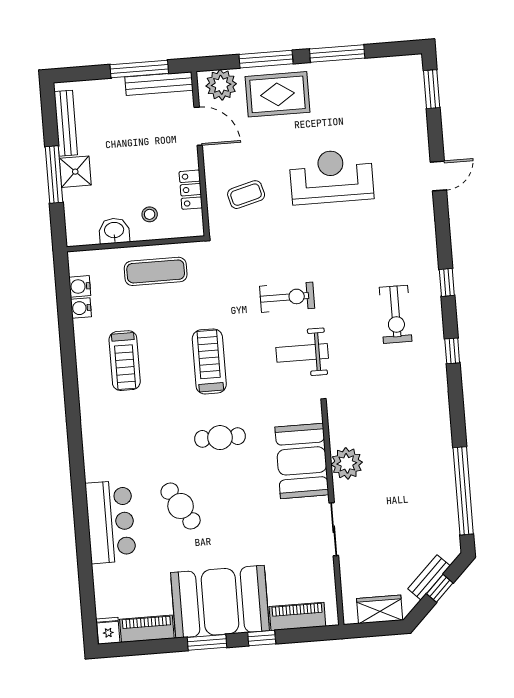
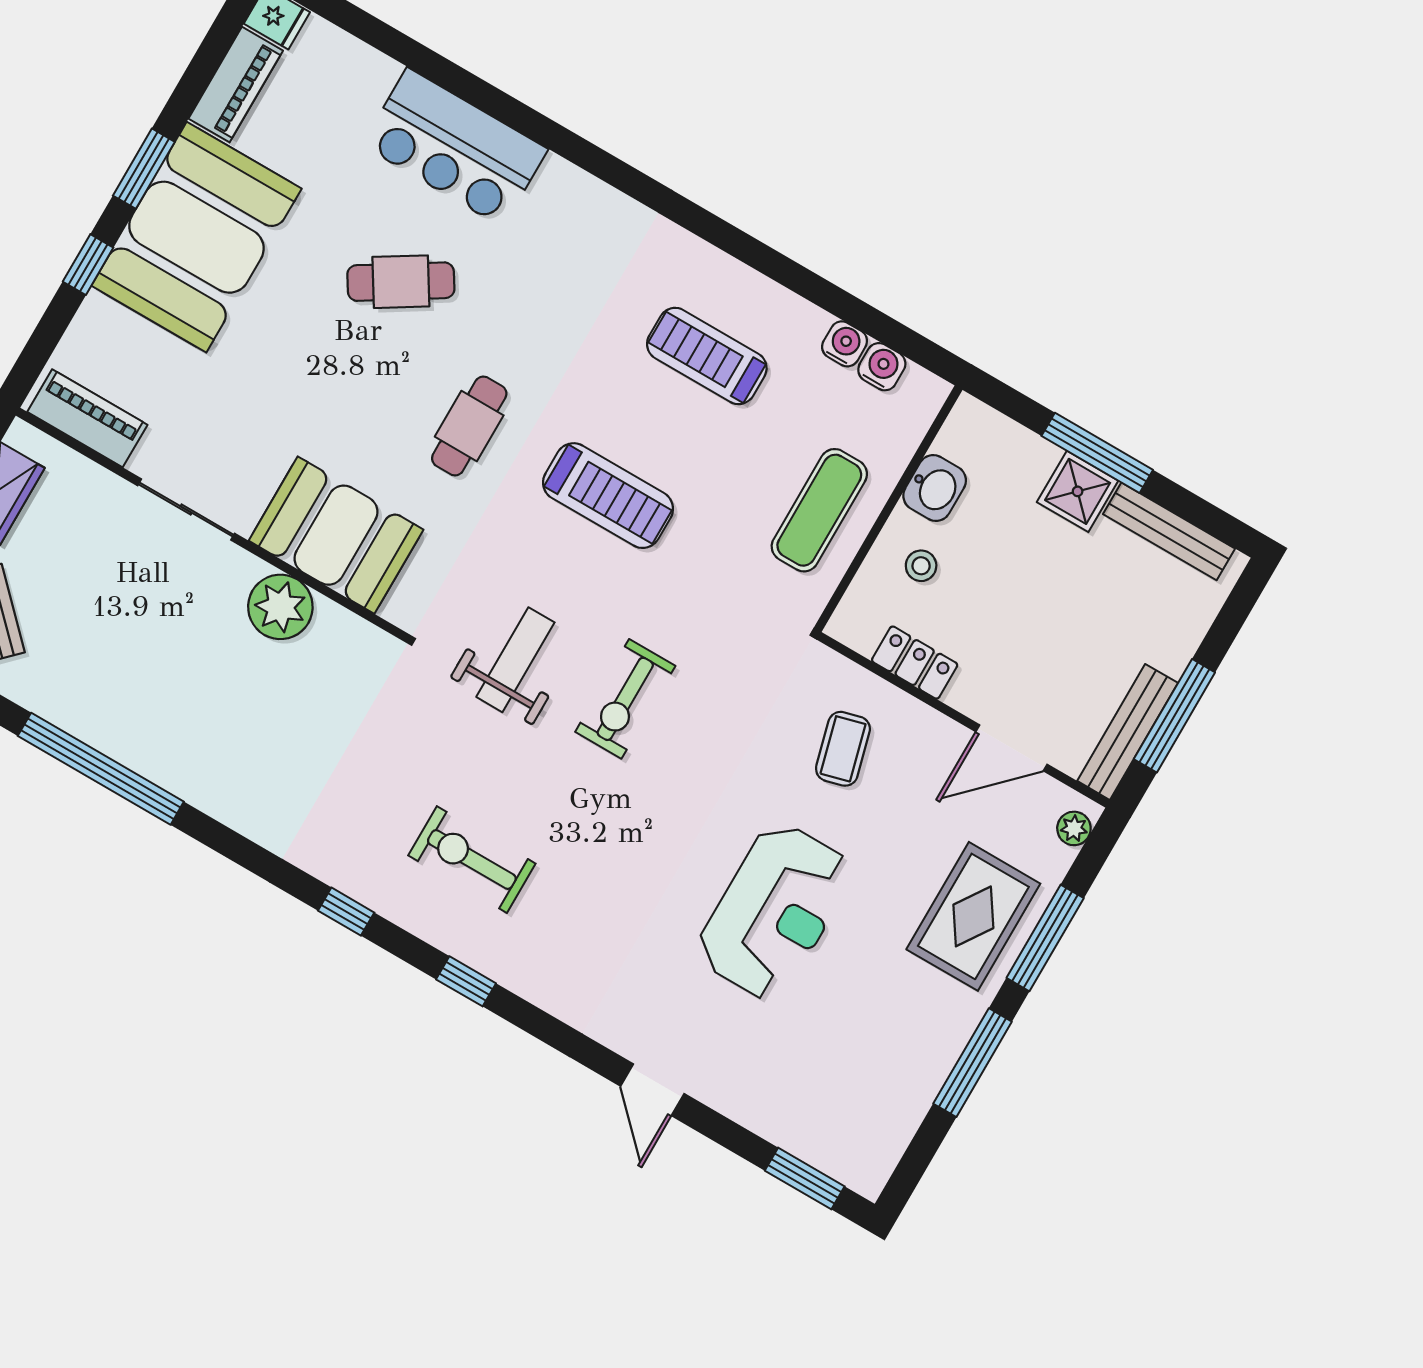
plant: (221, 85) -> (1074, 828), width x0.53, depth x0.53
piano: (297, 616) -> (87, 418), moved, turned -90

